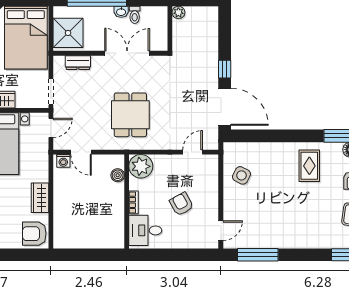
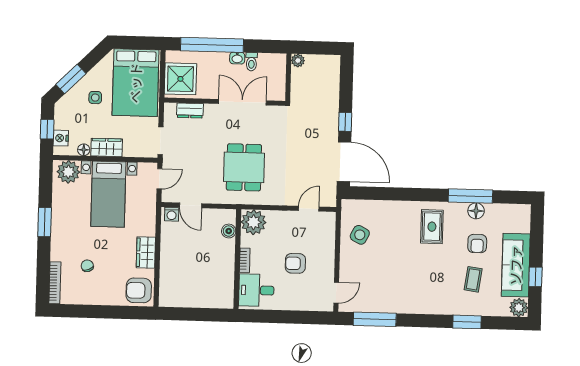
armchair: (181, 204) -> (295, 263), turned -61

